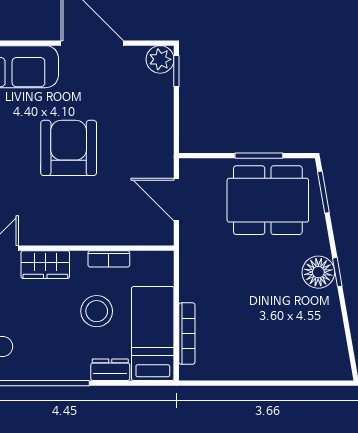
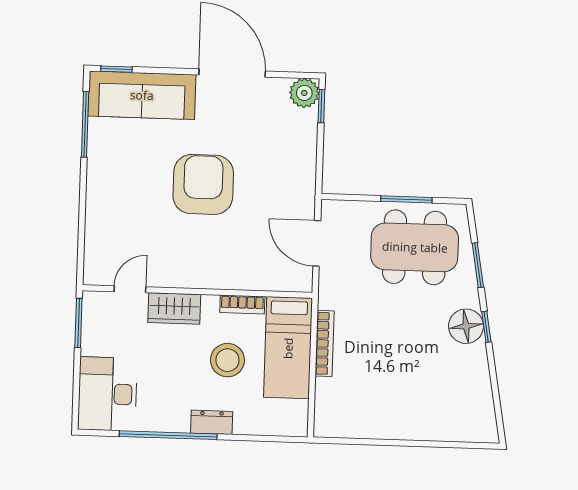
window: (323, 192) -> (478, 265), moved
bed: (153, 334) -> (288, 348), moved, turned 180
bookcase: (187, 334) -> (325, 343), moved
dresser: (110, 370) -> (212, 422), moved

